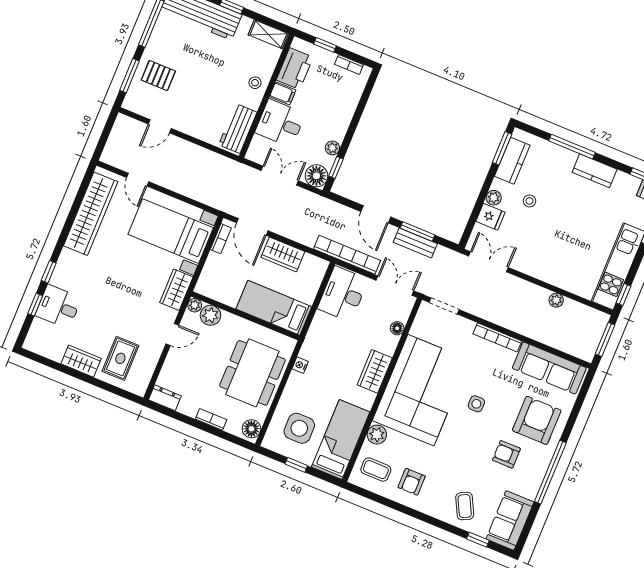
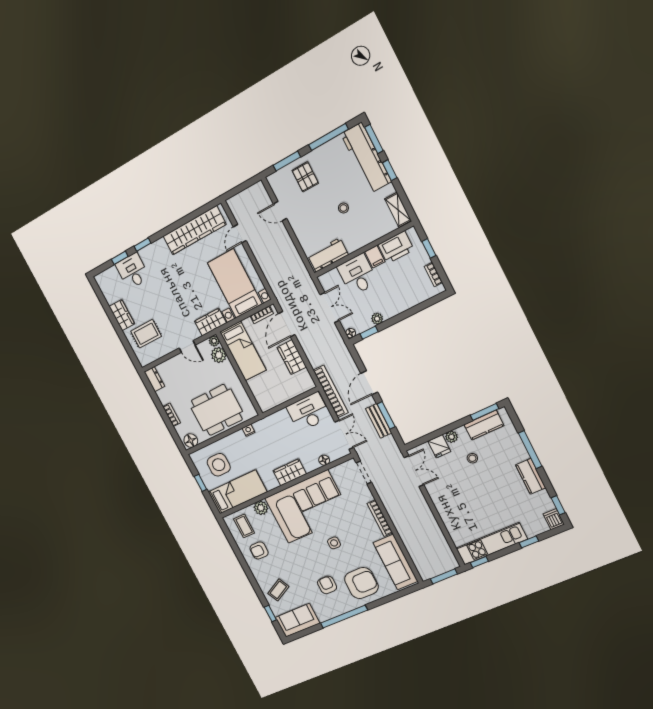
stool: (255, 83) -> (343, 208), moved
floor lamp: (316, 176) -> (351, 333), width x0.53, depth x0.53
plant: (556, 300) -> (435, 529), removed
bed: (274, 308) -> (243, 351), moved, turned 180

